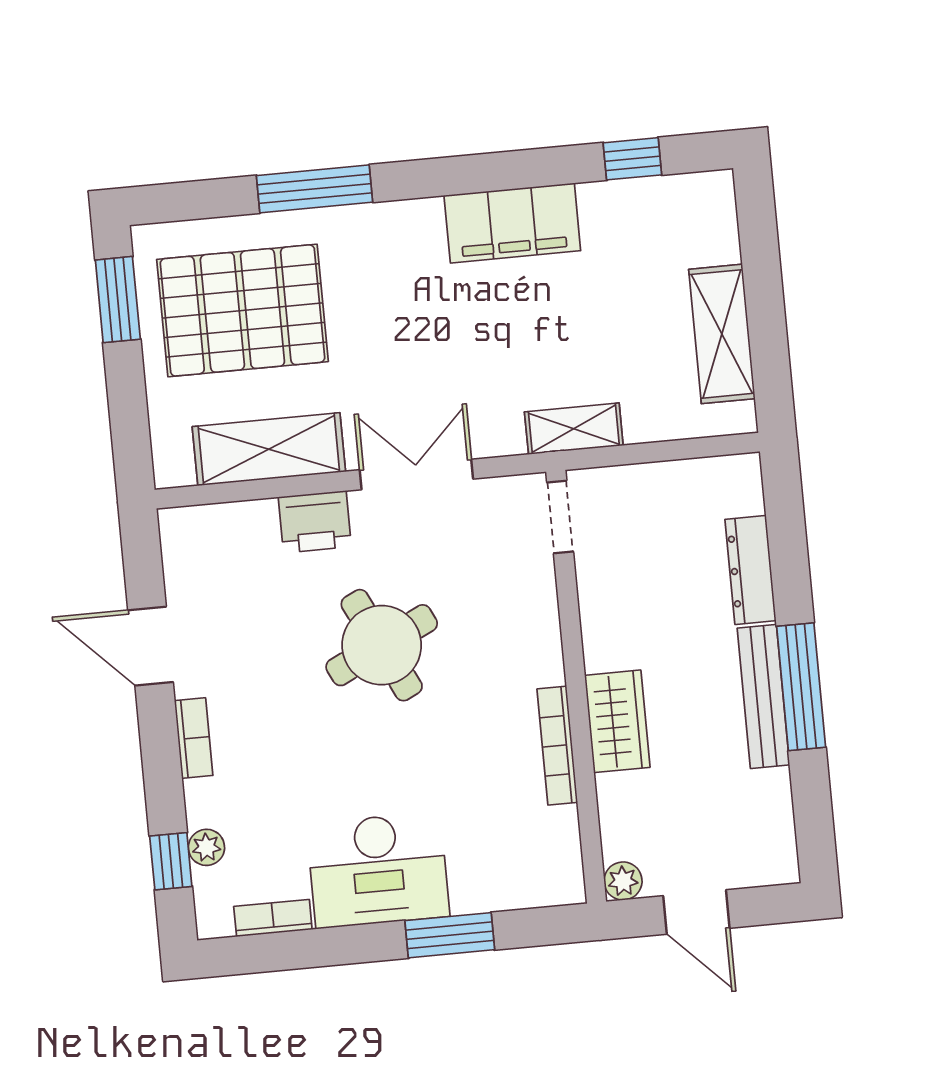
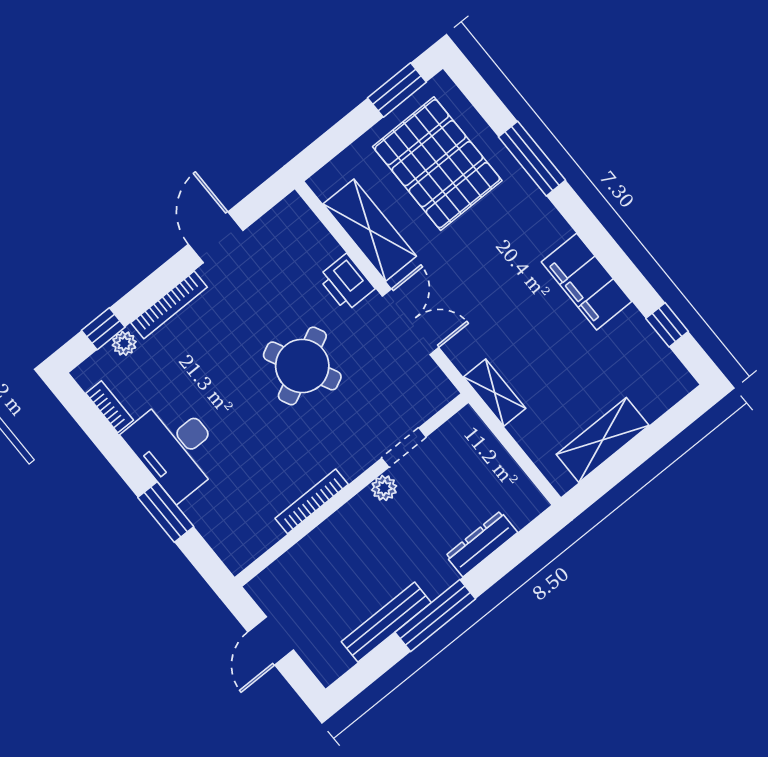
doorway: (560, 517) -> (404, 447), moved
bench: (763, 697) -> (386, 622), moved
wardrobe: (617, 721) -> (347, 526), removed
bookcase: (194, 738) -> (169, 305), width x1.56
plant: (623, 881) -> (384, 488), moved

